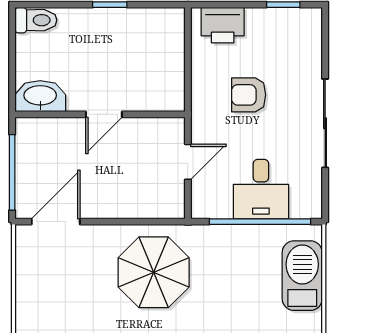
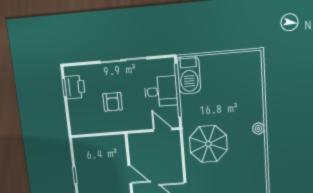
printer: (223, 25) -> (75, 87), moved
door: (188, 162) -> (162, 130), moved
barbecue: (302, 276) -> (189, 75), moved, turned -90

